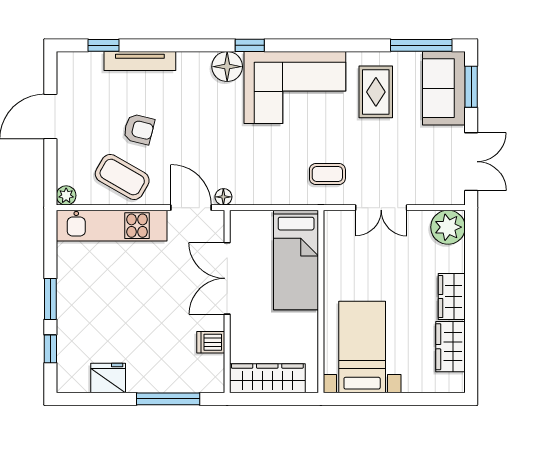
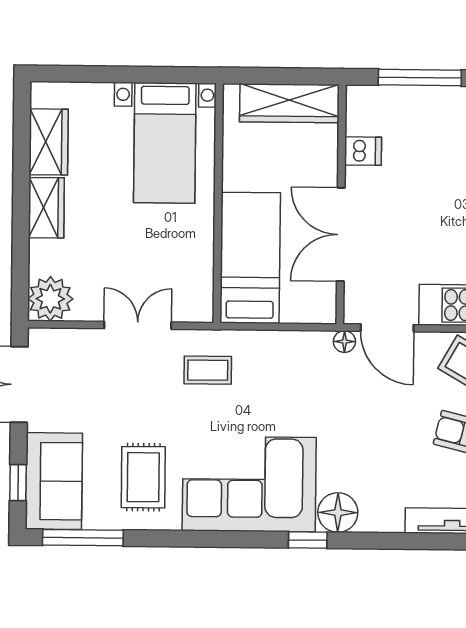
window: (471, 87) -> (18, 483), width x0.67
double door: (227, 278) -> (341, 235), swing flipped

